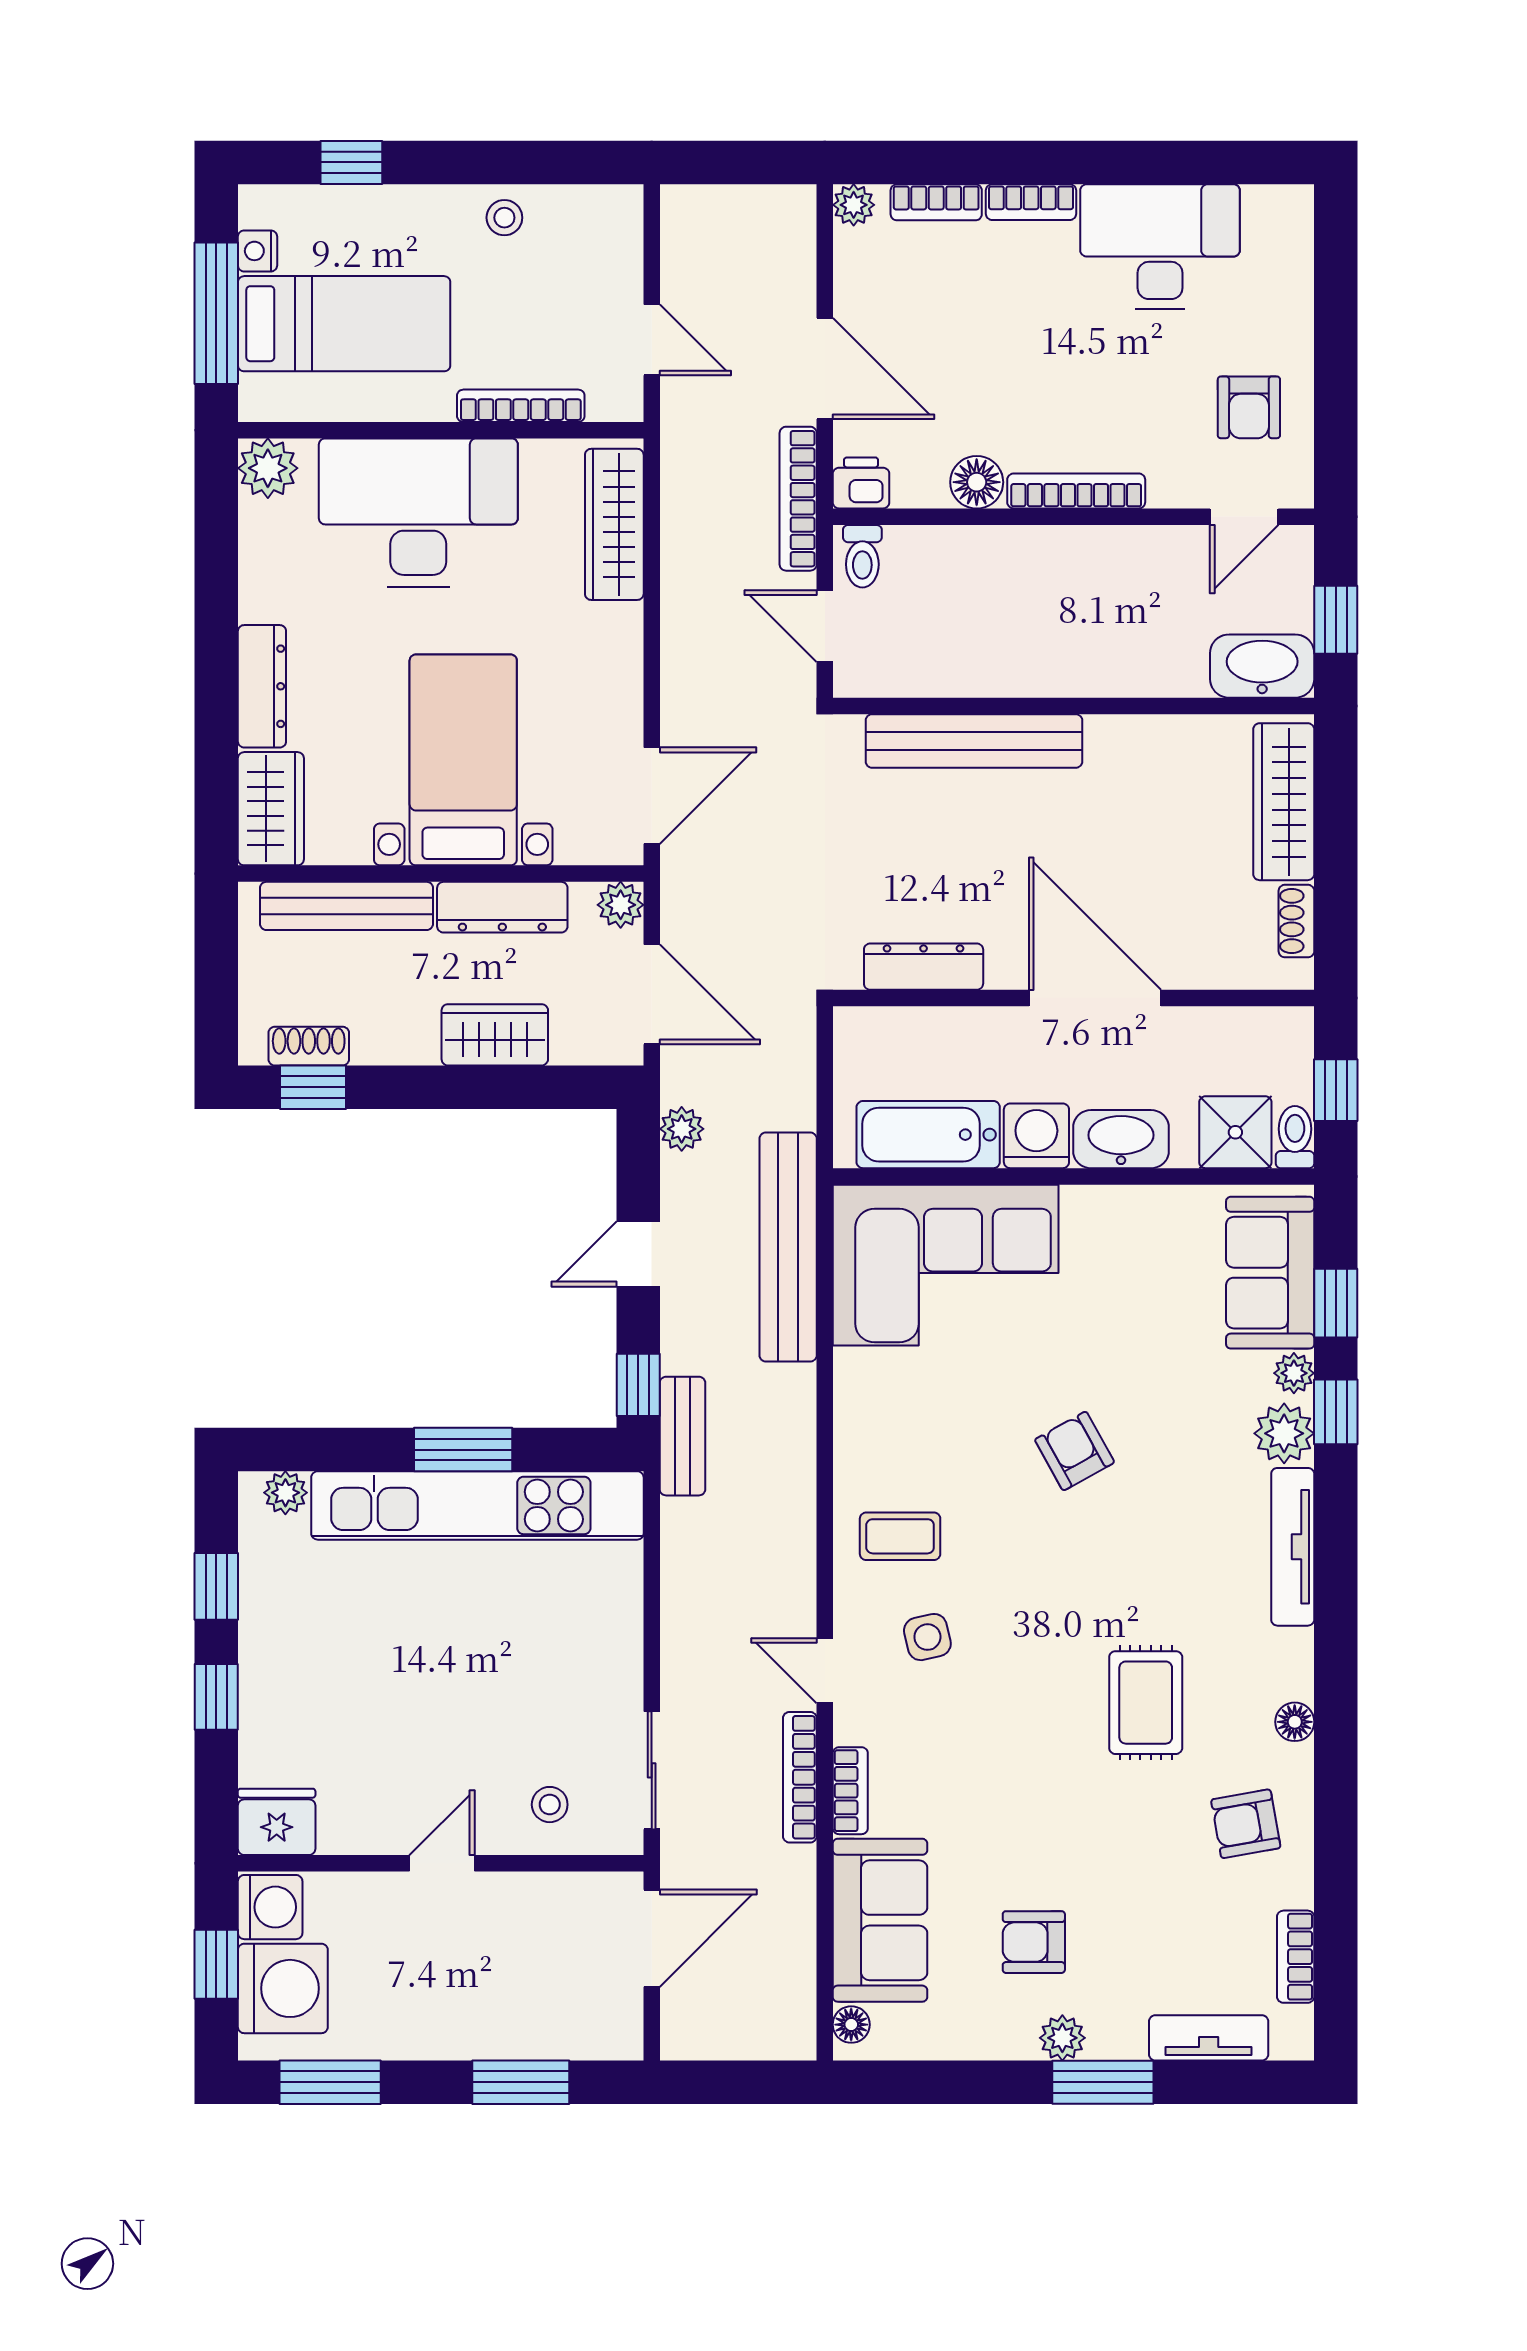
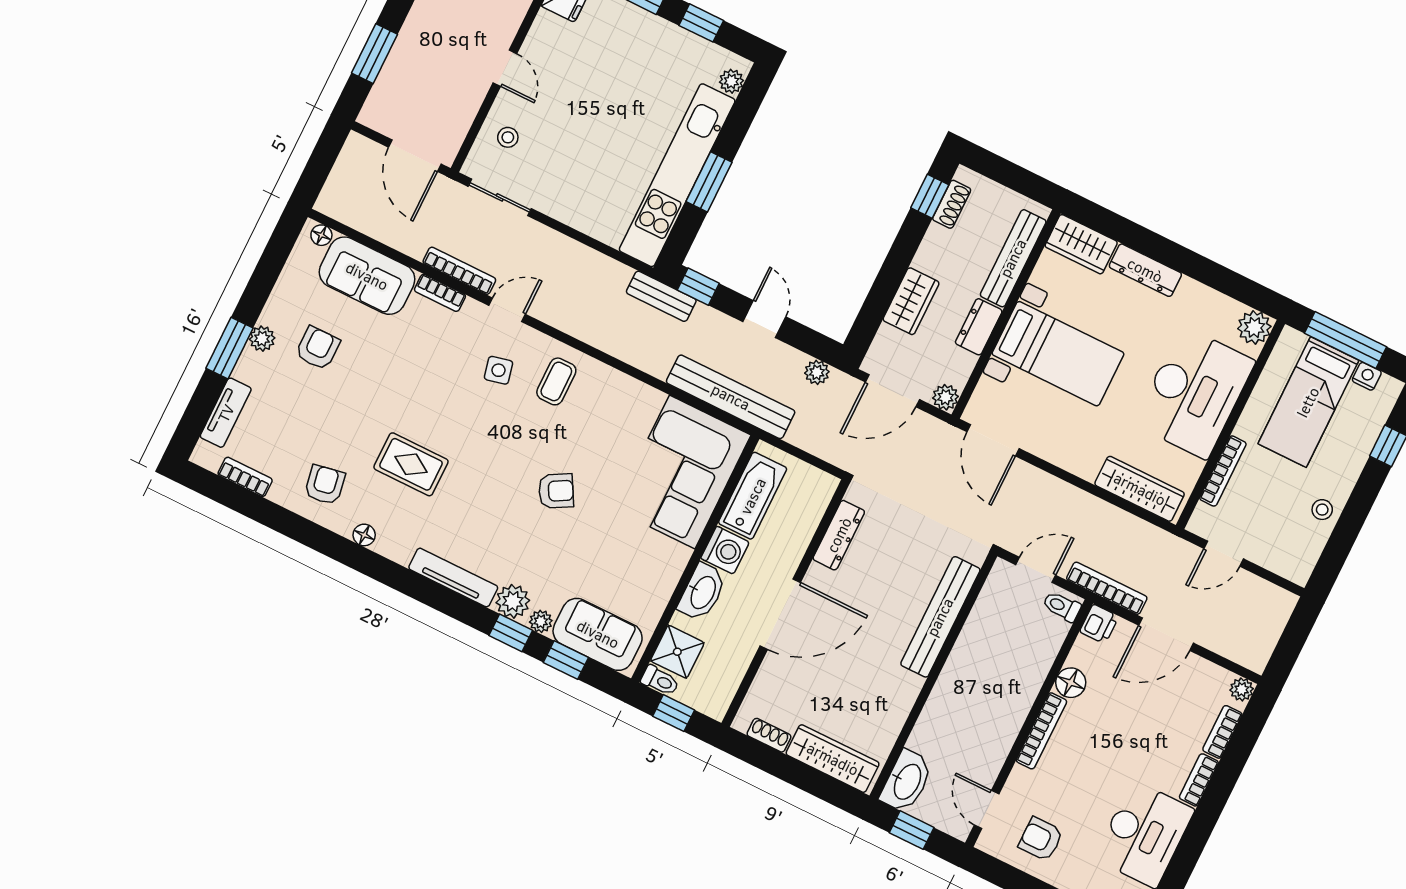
dresser: (502, 907) -> (979, 327), width x0.70

